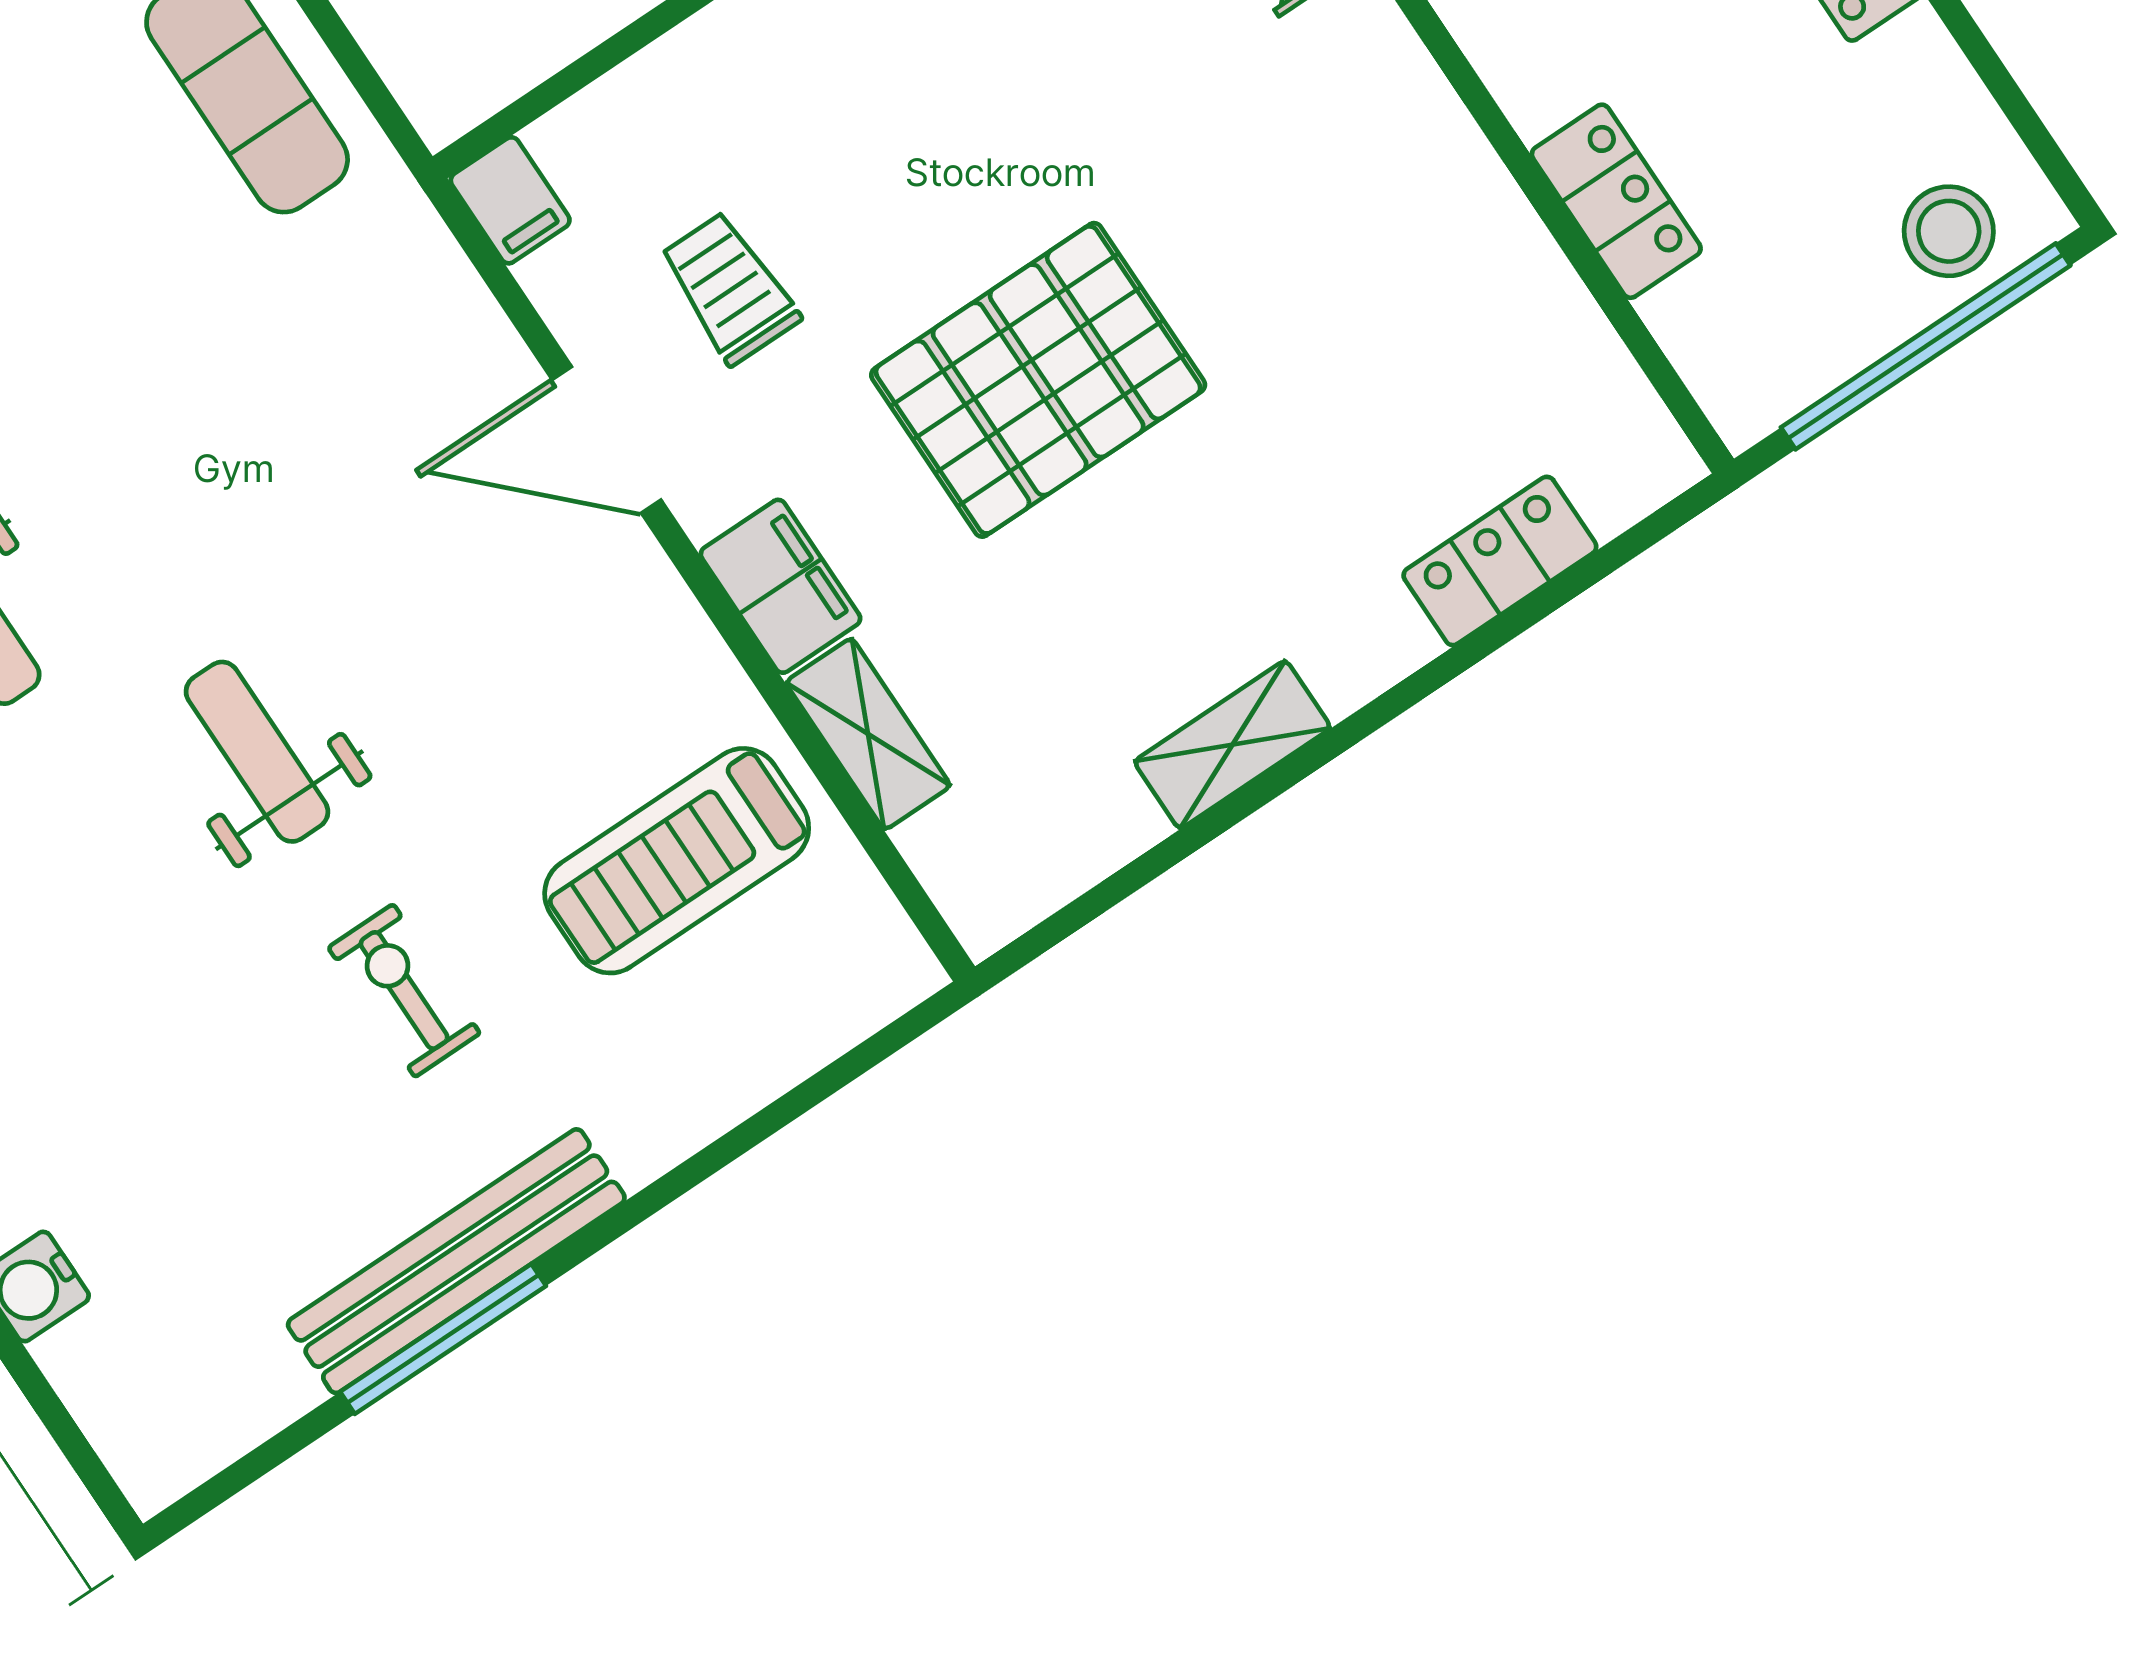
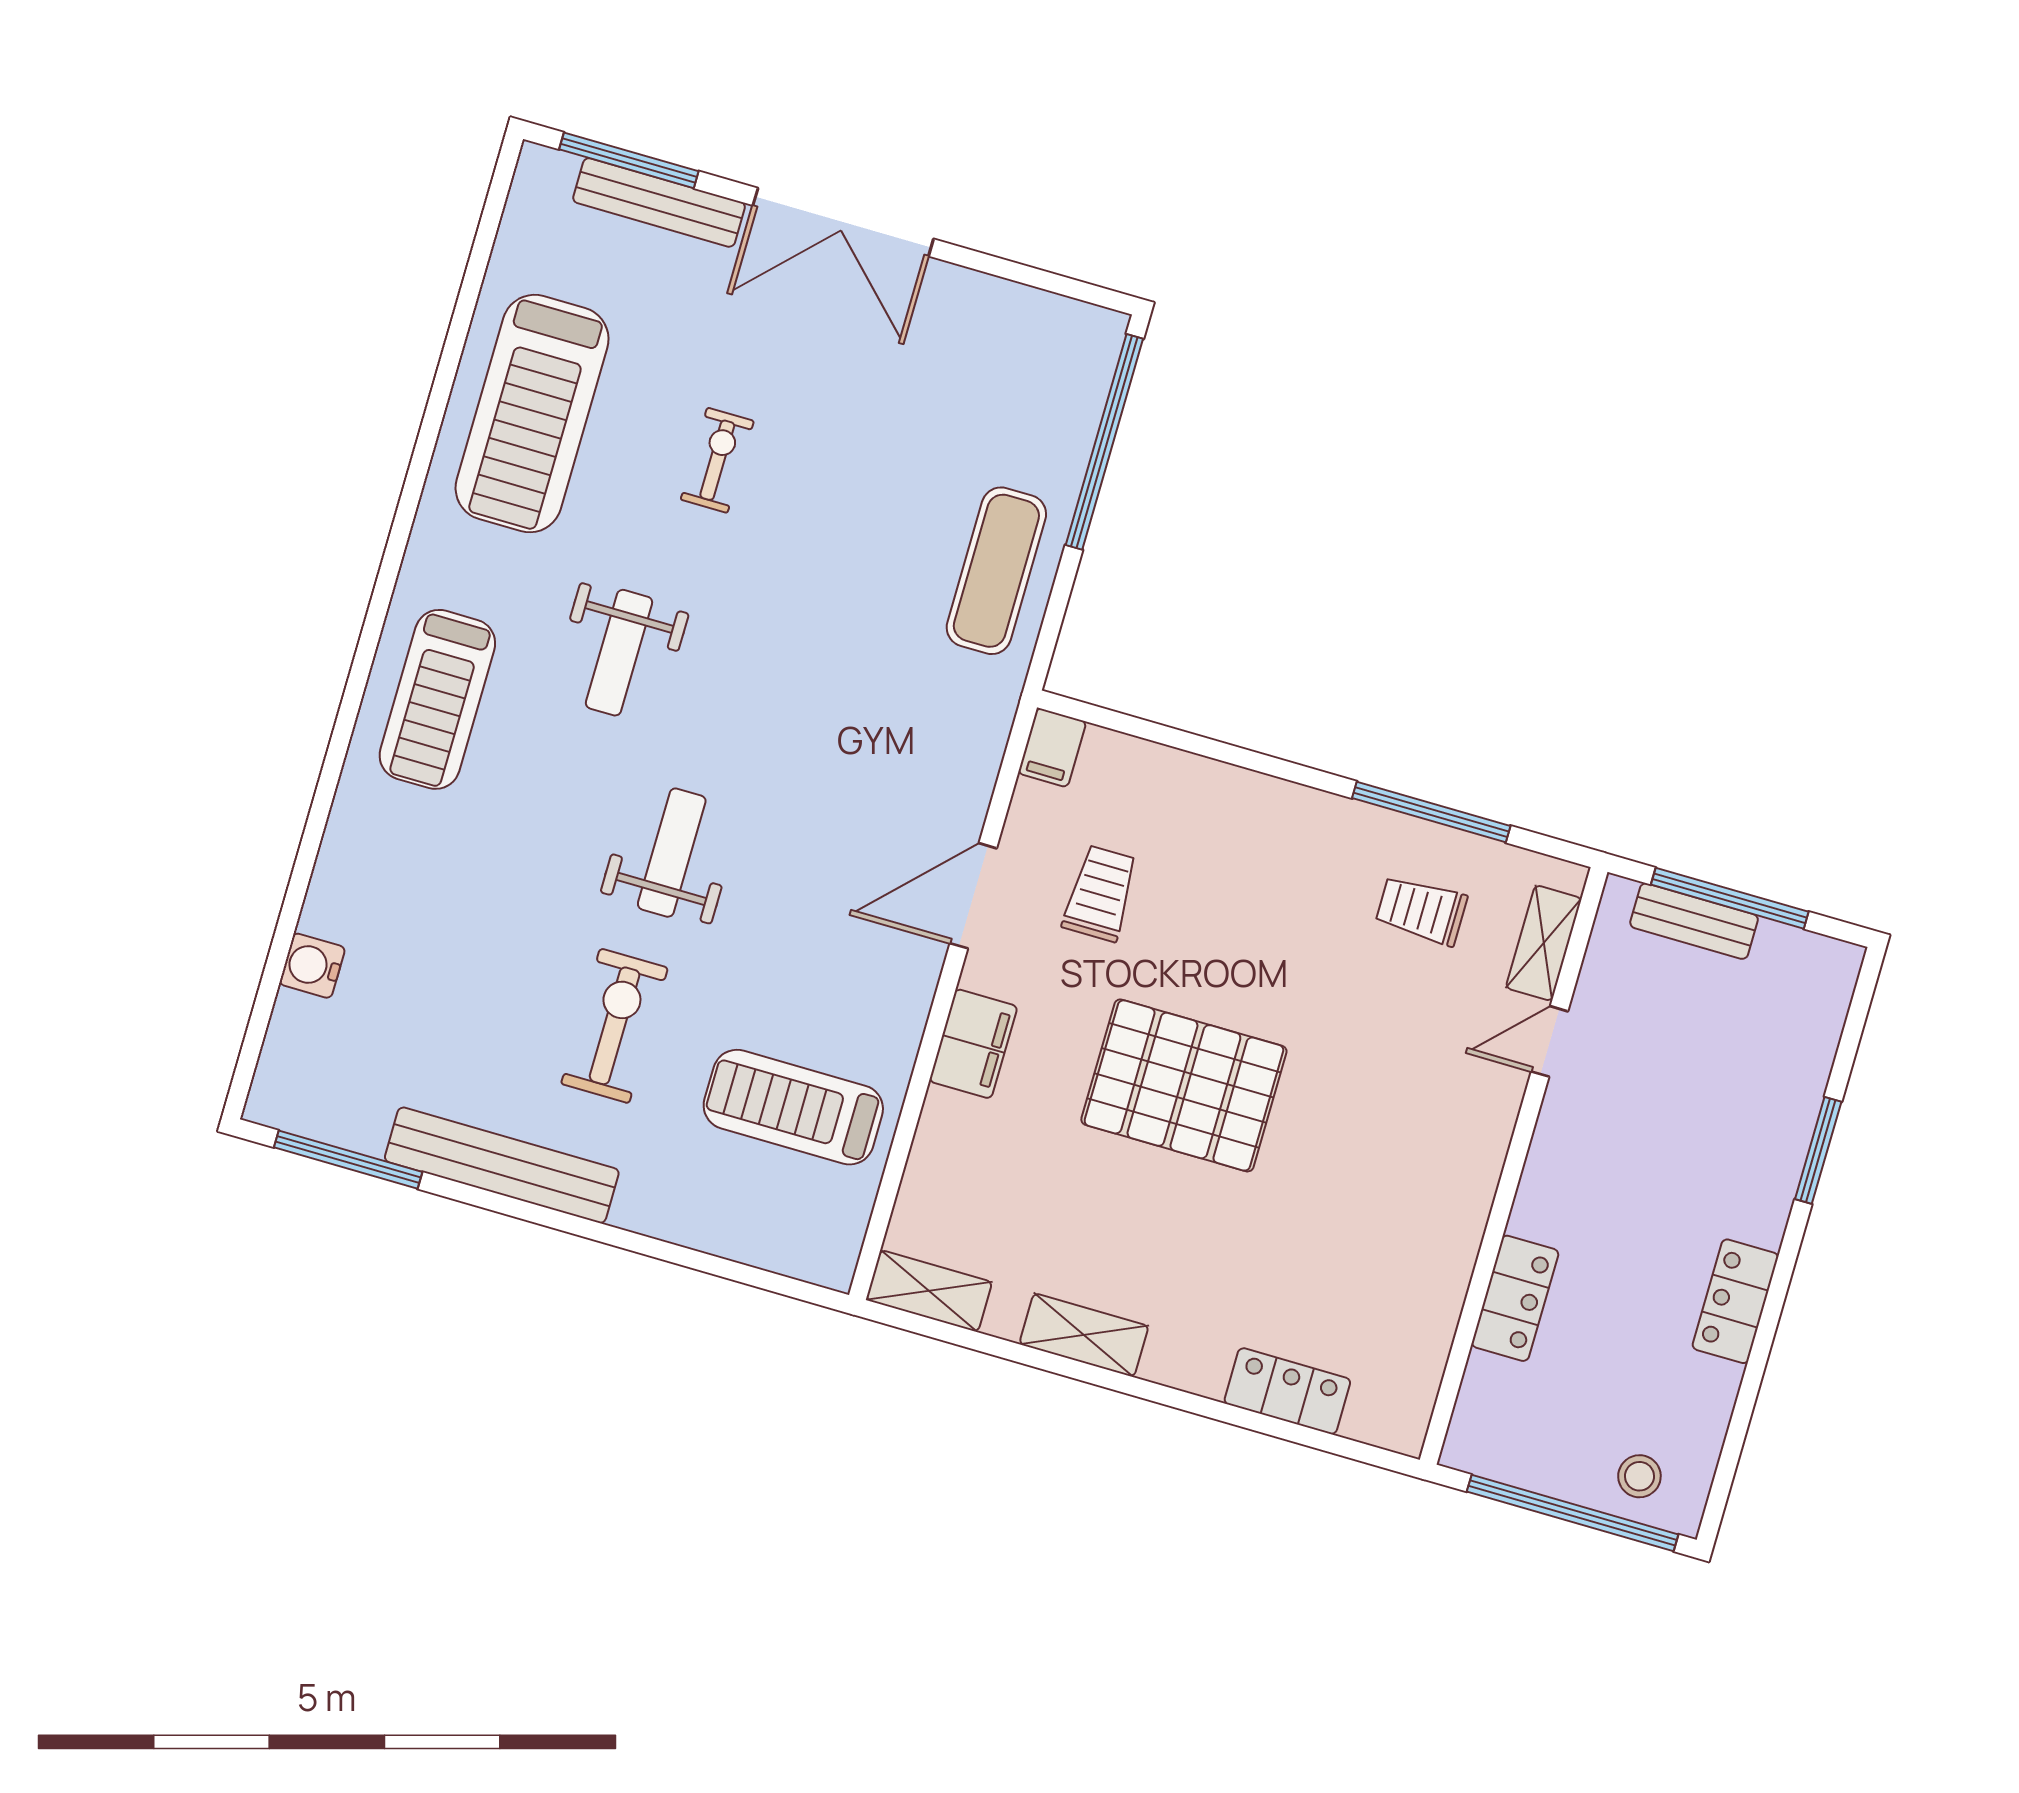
stool: (1949, 231) -> (1639, 1476), width x0.73, depth x0.73
door: (607, 440) -> (973, 896), hinge flipped
shelving: (868, 734) -> (929, 1291), moved, turned 90
exercise bike: (404, 990) -> (615, 1026), width x1.38, depth x1.39
window: (443, 1339) -> (348, 1160), moved

